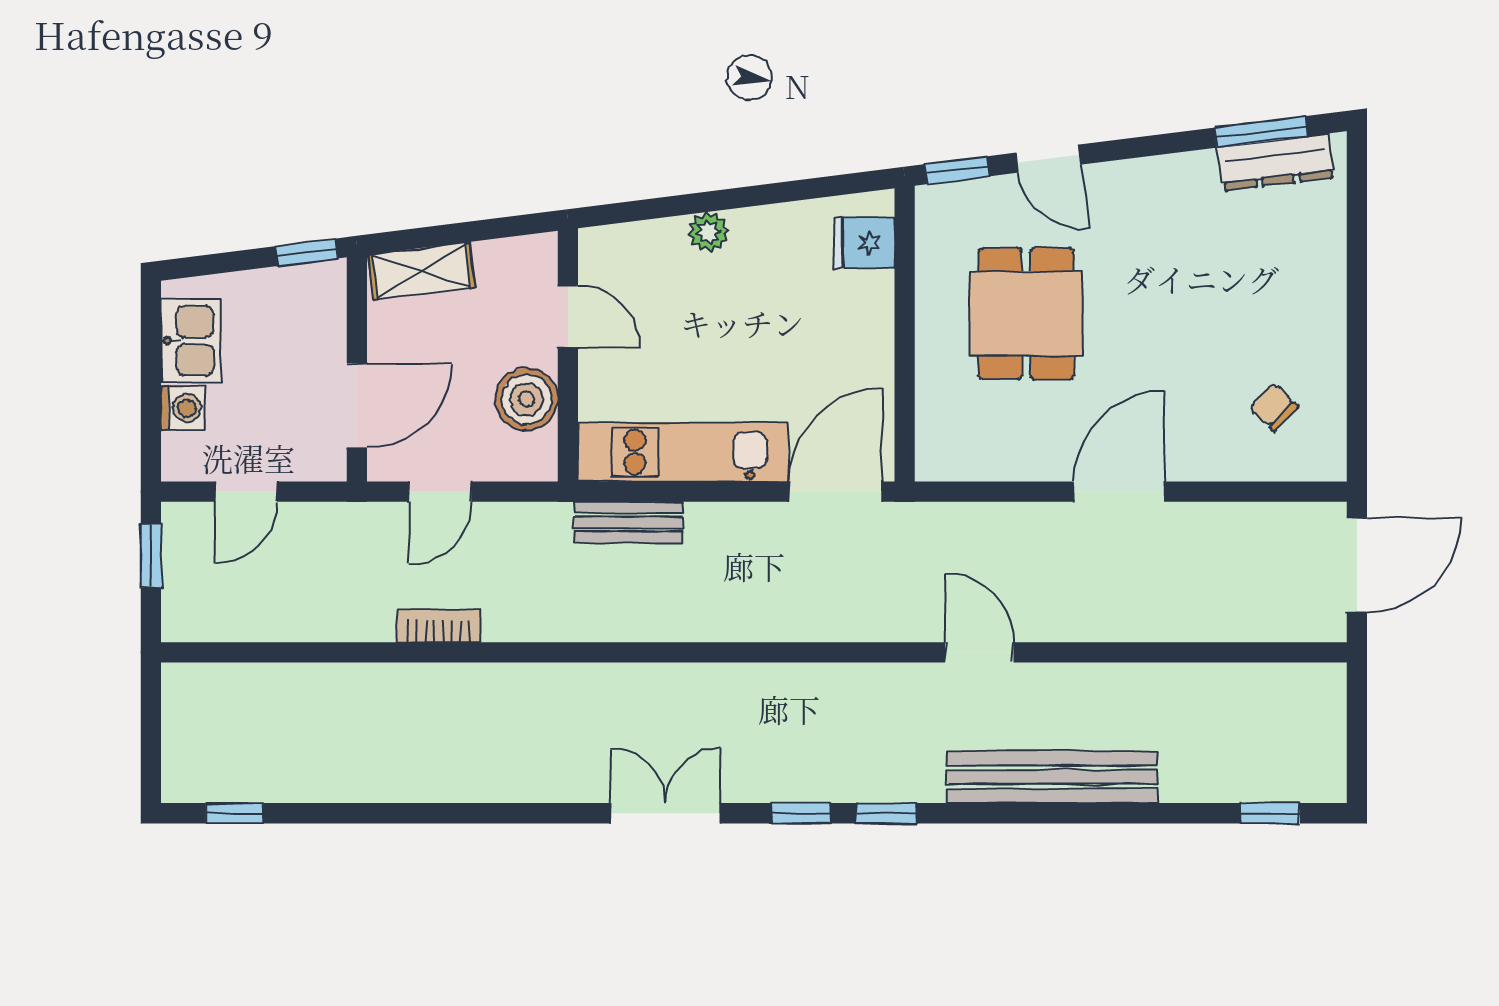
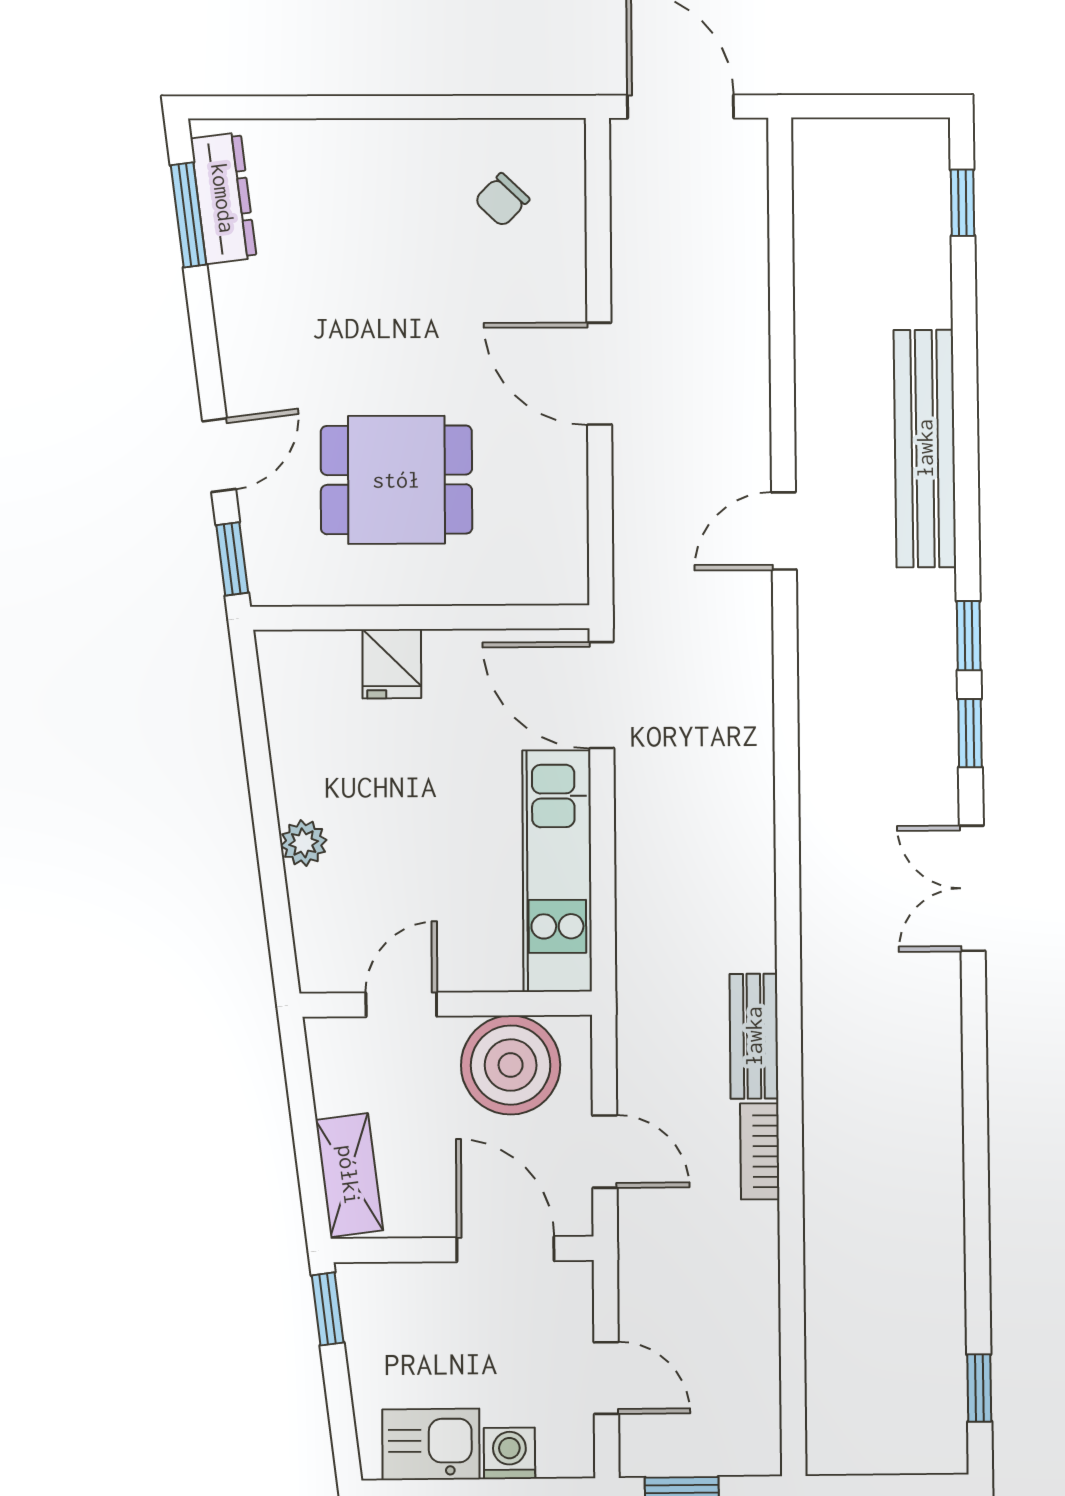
fridge: (864, 243) -> (392, 664), moved
boiler: (526, 399) -> (511, 1065), width x1.37, depth x1.37
bench: (628, 522) -> (754, 1036), moved

